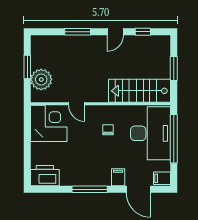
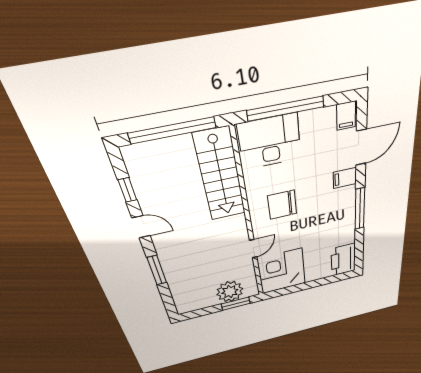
window: (27, 67) -> (236, 304), moved
window: (174, 68) -> (173, 130), width x2.11
chair: (108, 130) -> (282, 205), width x1.87, depth x1.87
desk: (151, 133) -> (270, 142), width x0.73, depth x0.77

